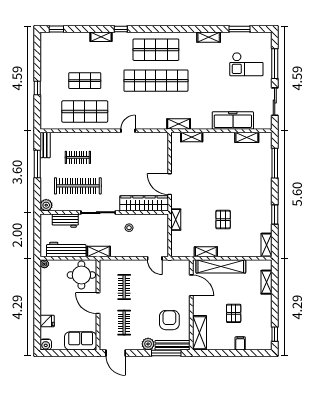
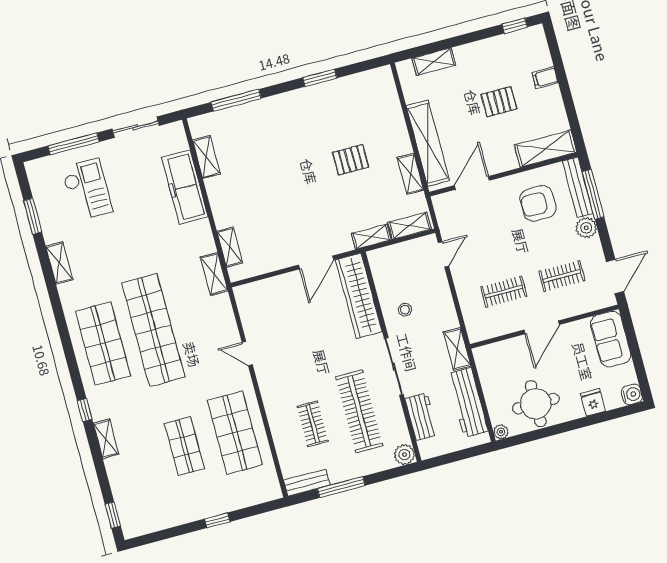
shelving: (267, 245) -> (410, 226), moved
round table: (81, 275) -> (536, 404), moved

